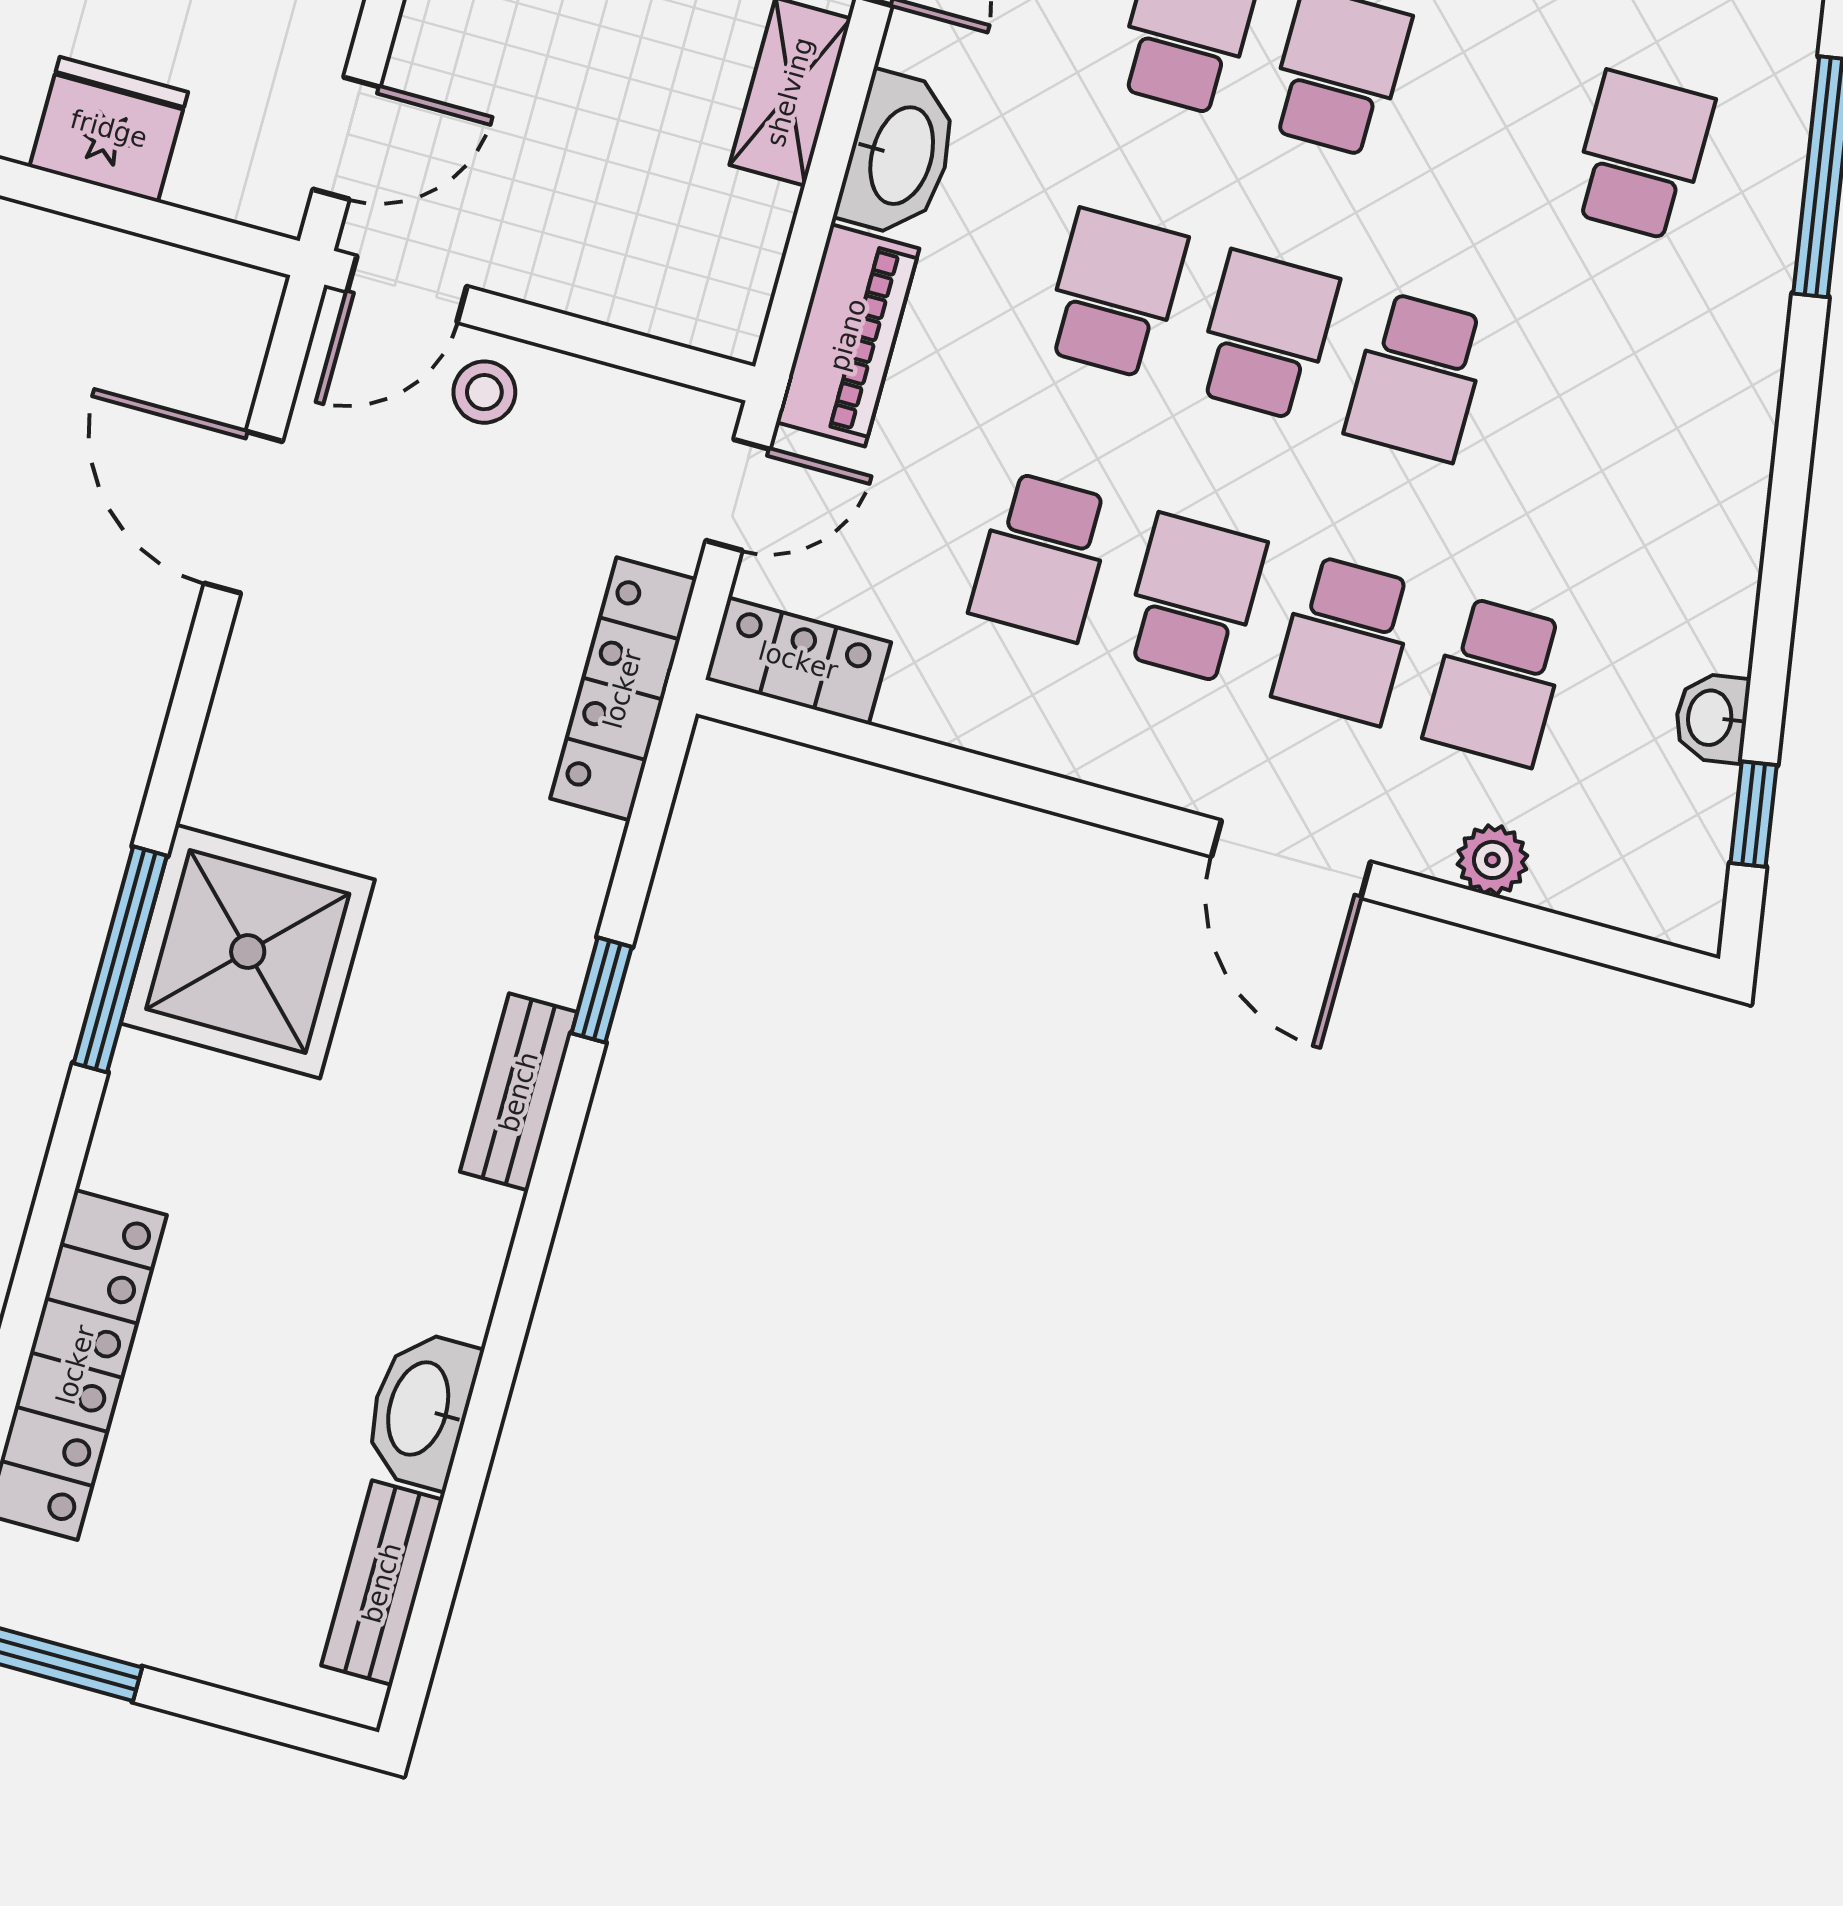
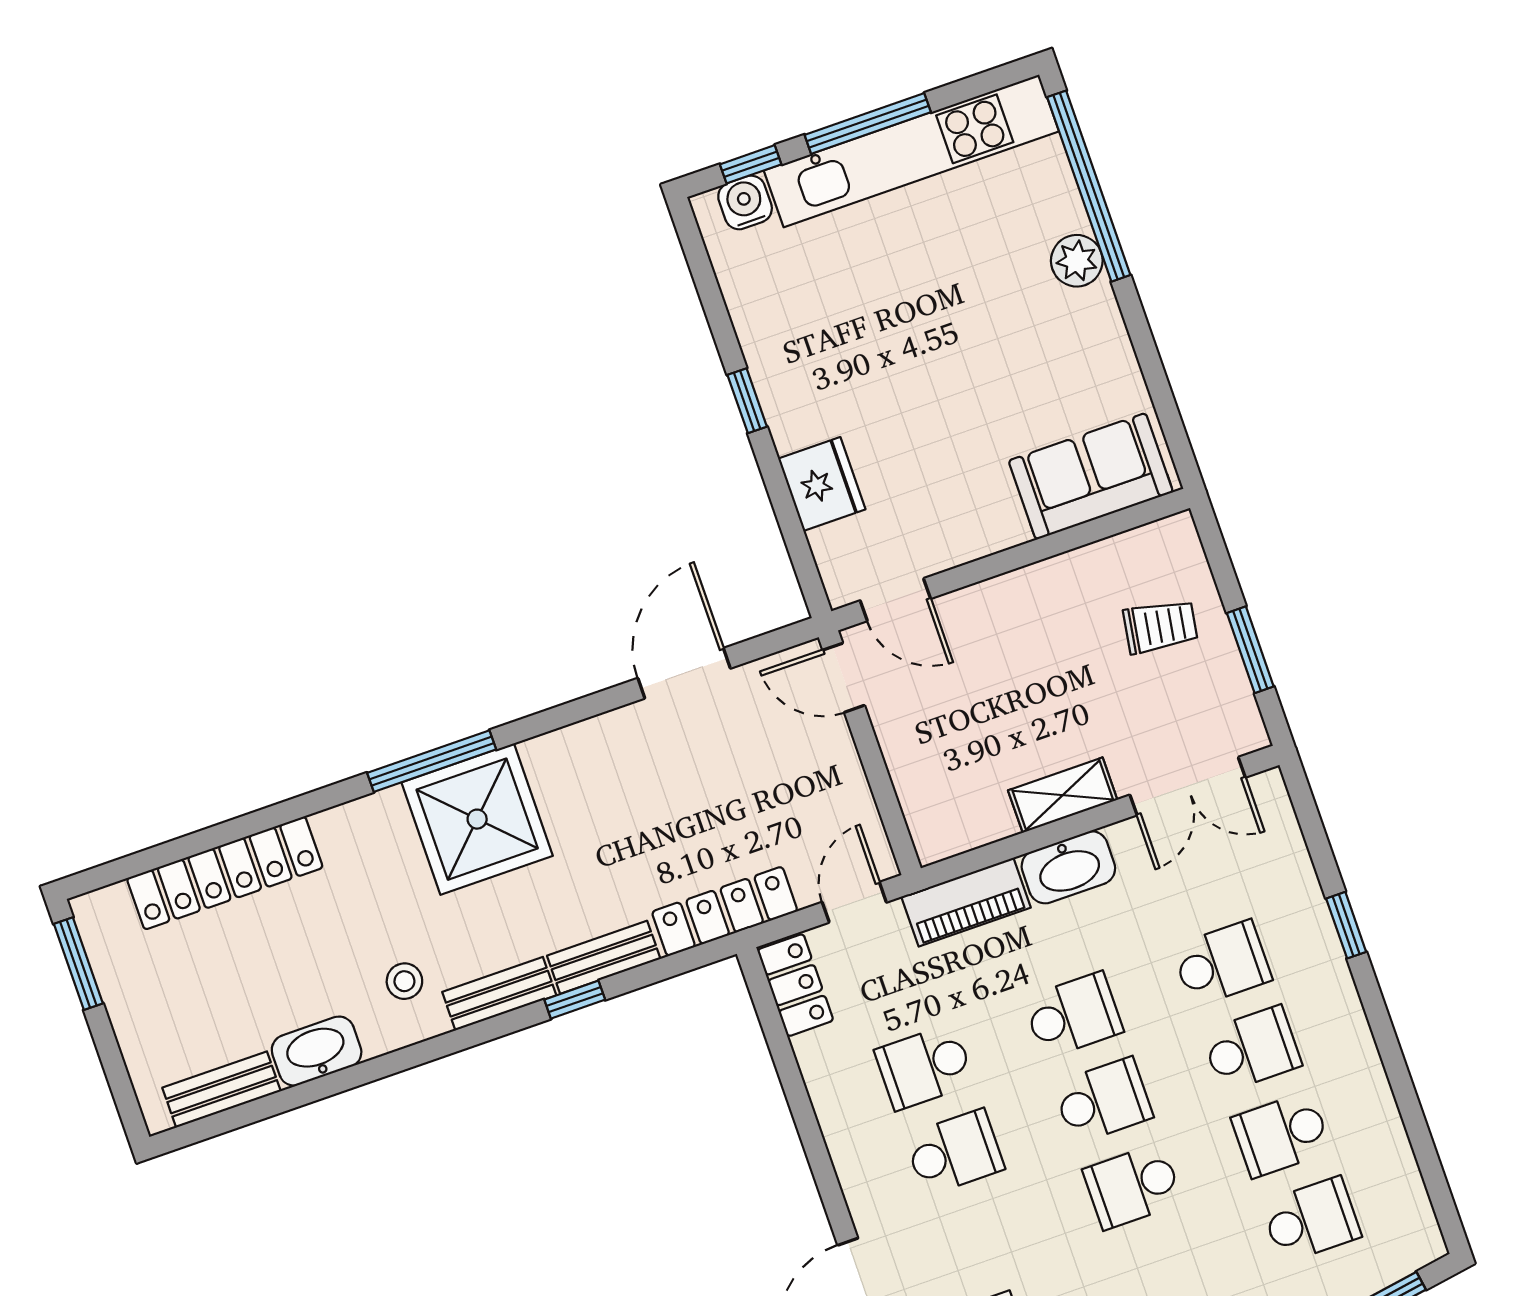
stool: (484, 392) -> (404, 981), moved
door: (738, 495) -> (854, 902), swing flipped
school desk: (1345, 640) -> (1281, 1134), moved
bench: (570, 907) -> (604, 957), added

